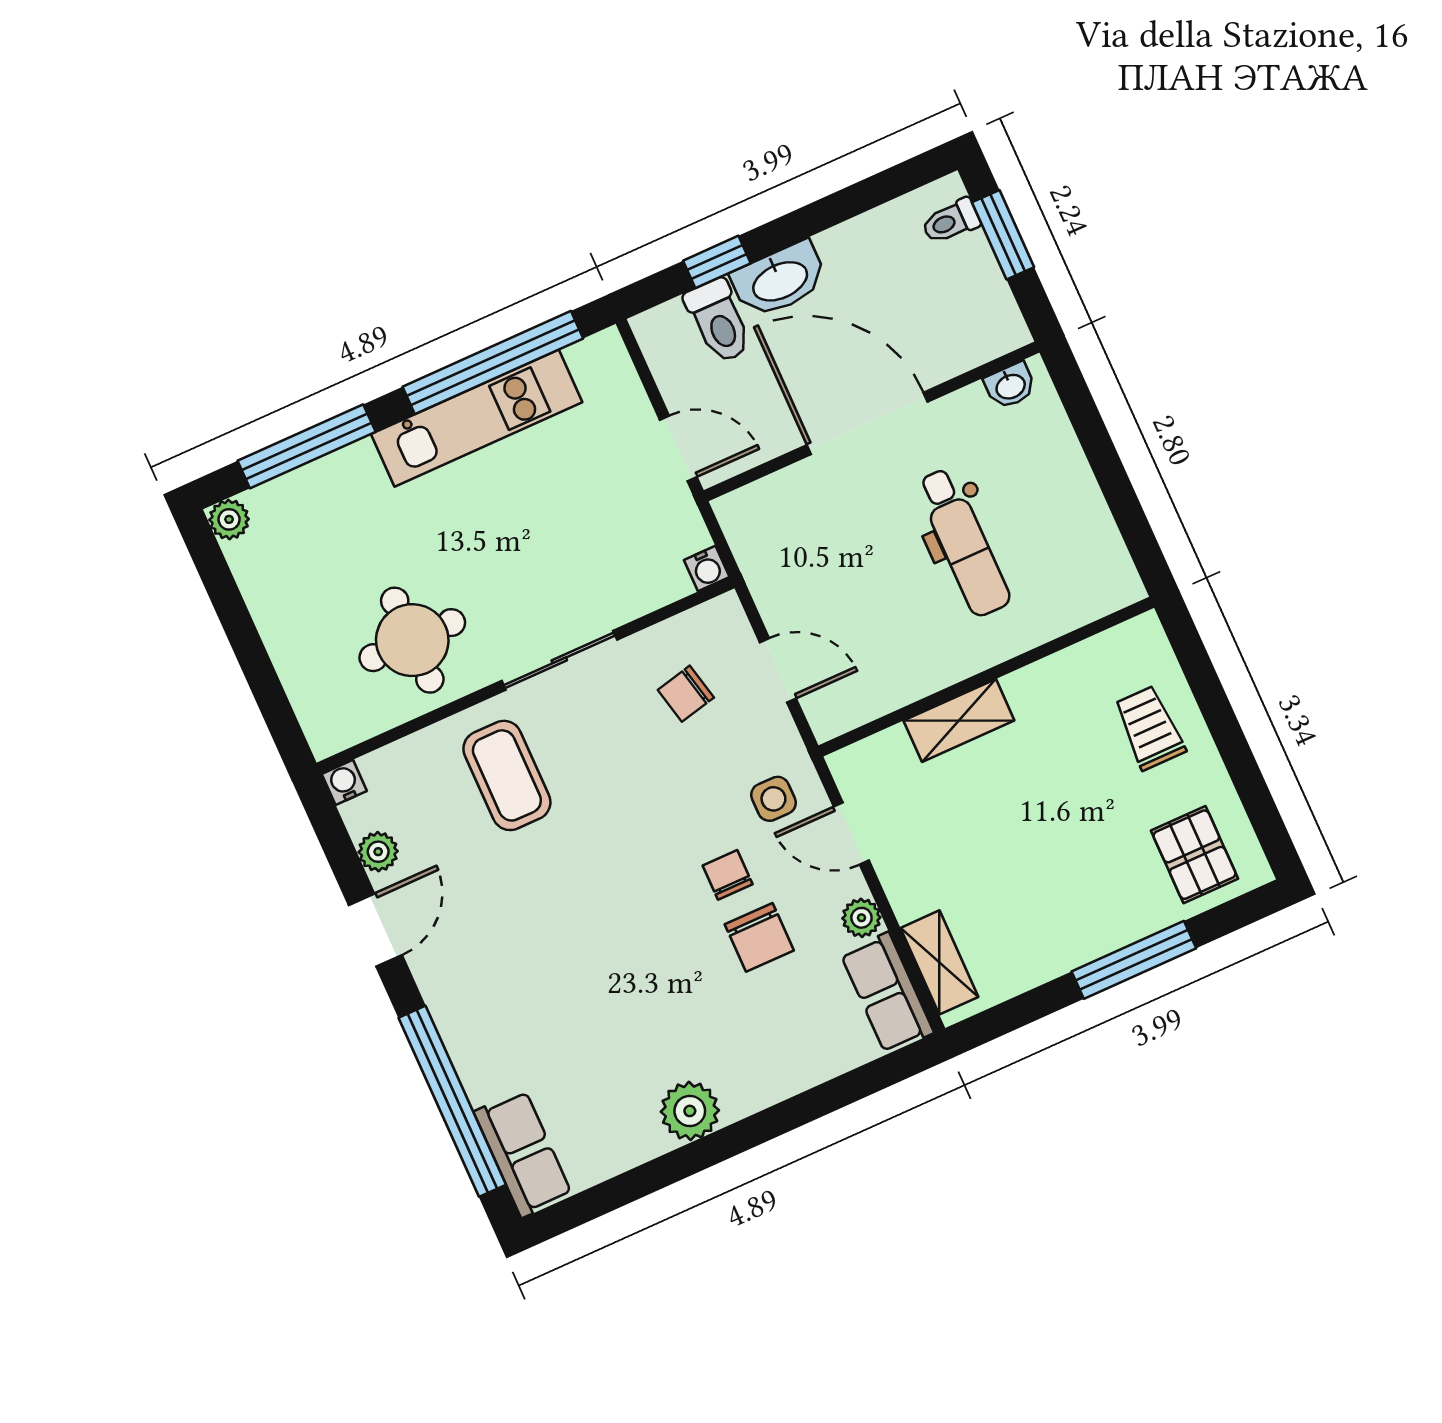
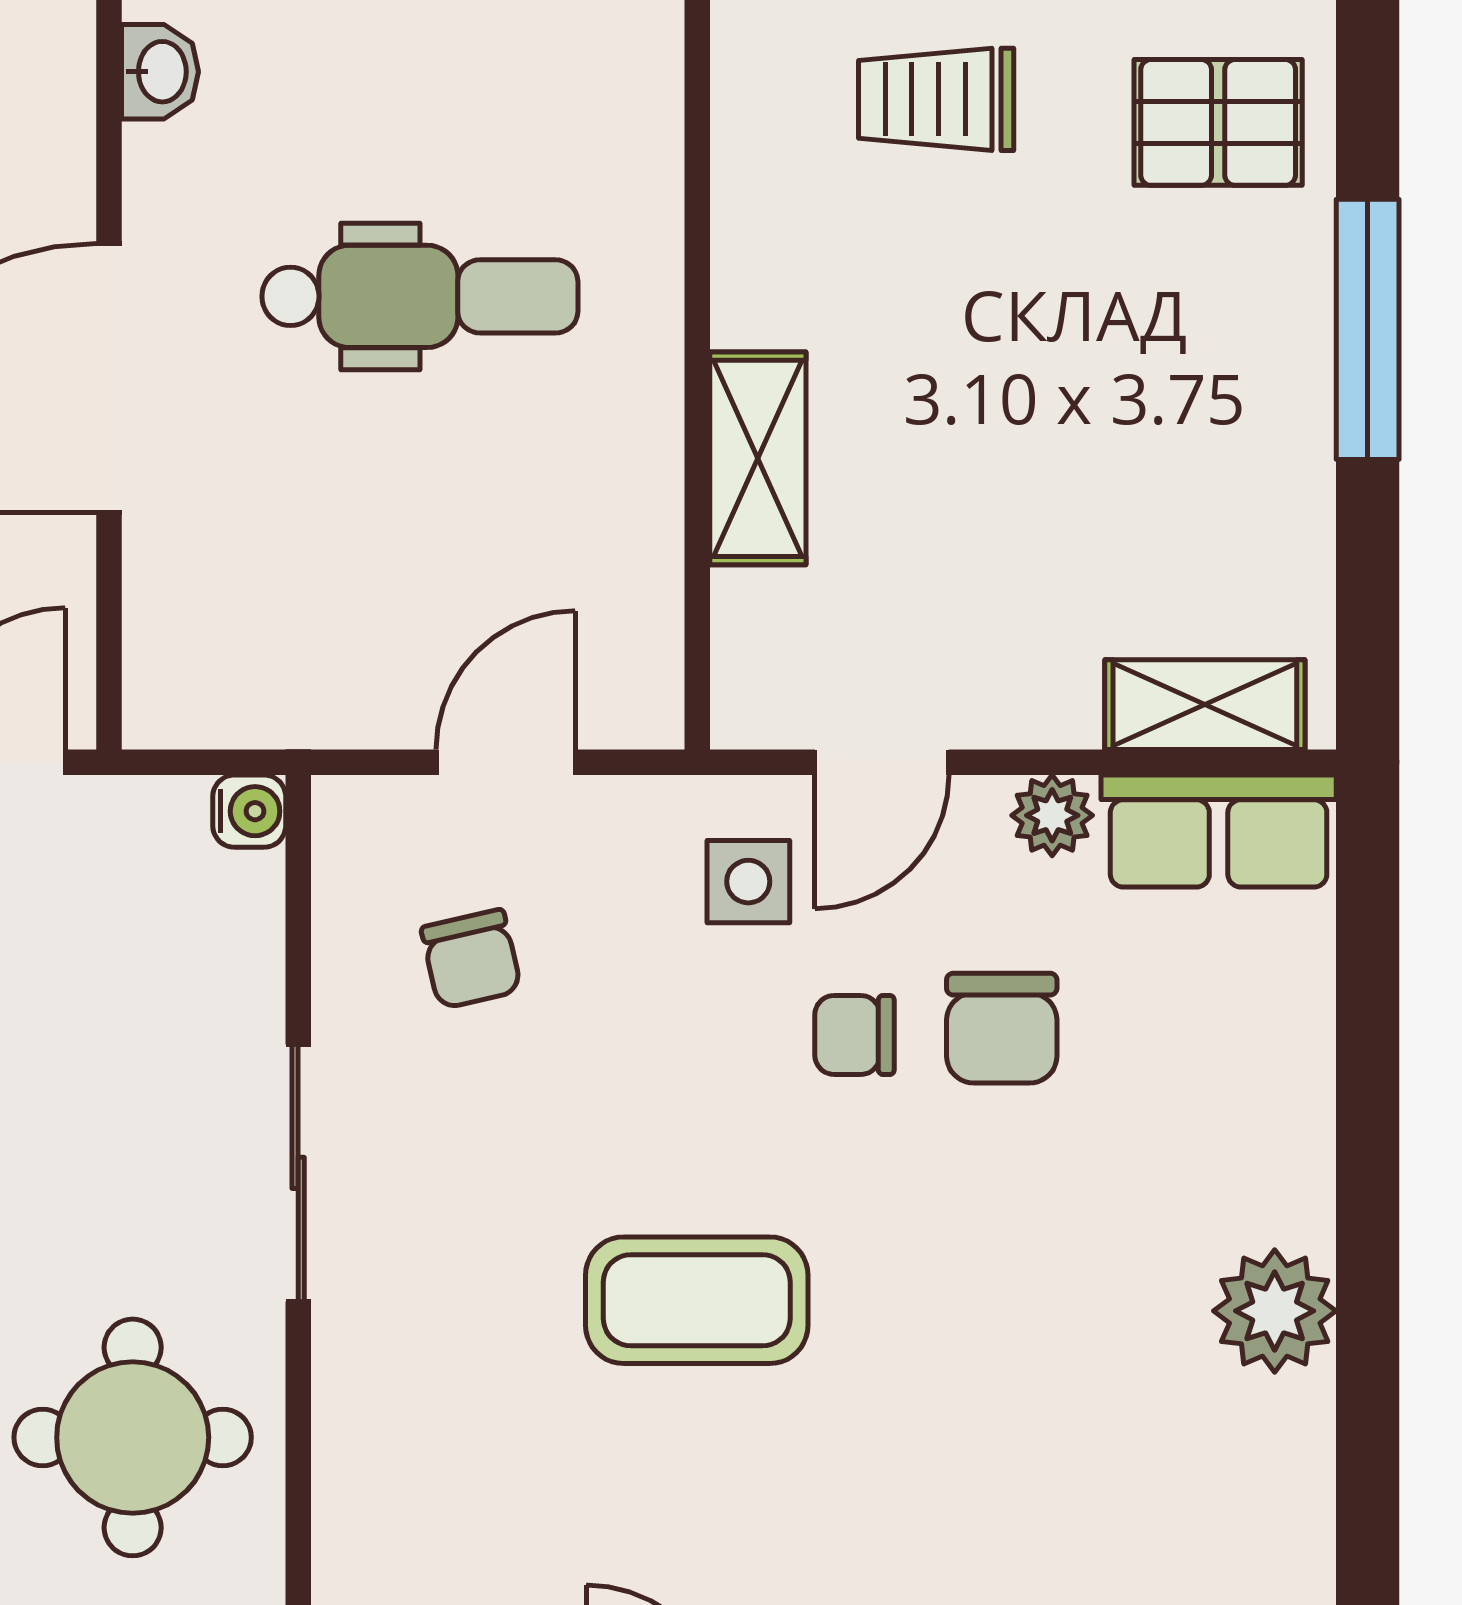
coffee table: (507, 775) -> (697, 1300), moved
chair: (759, 937) -> (1002, 1028), turned 90

